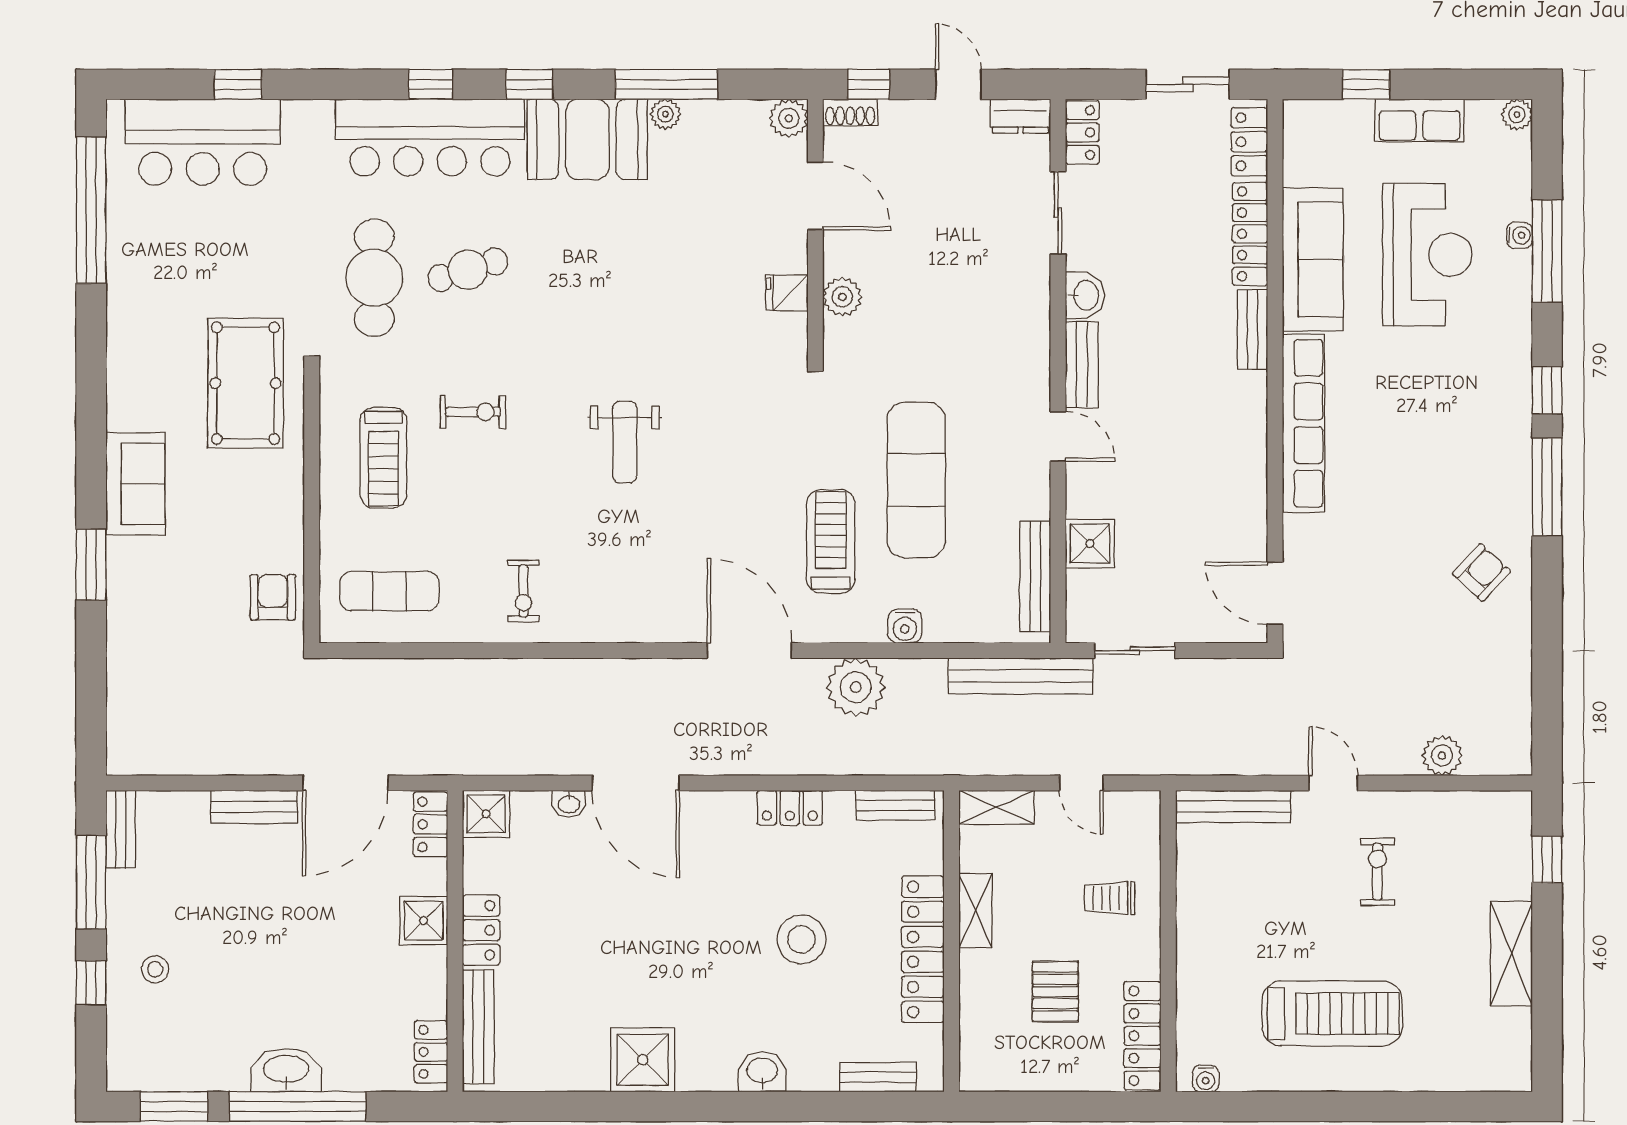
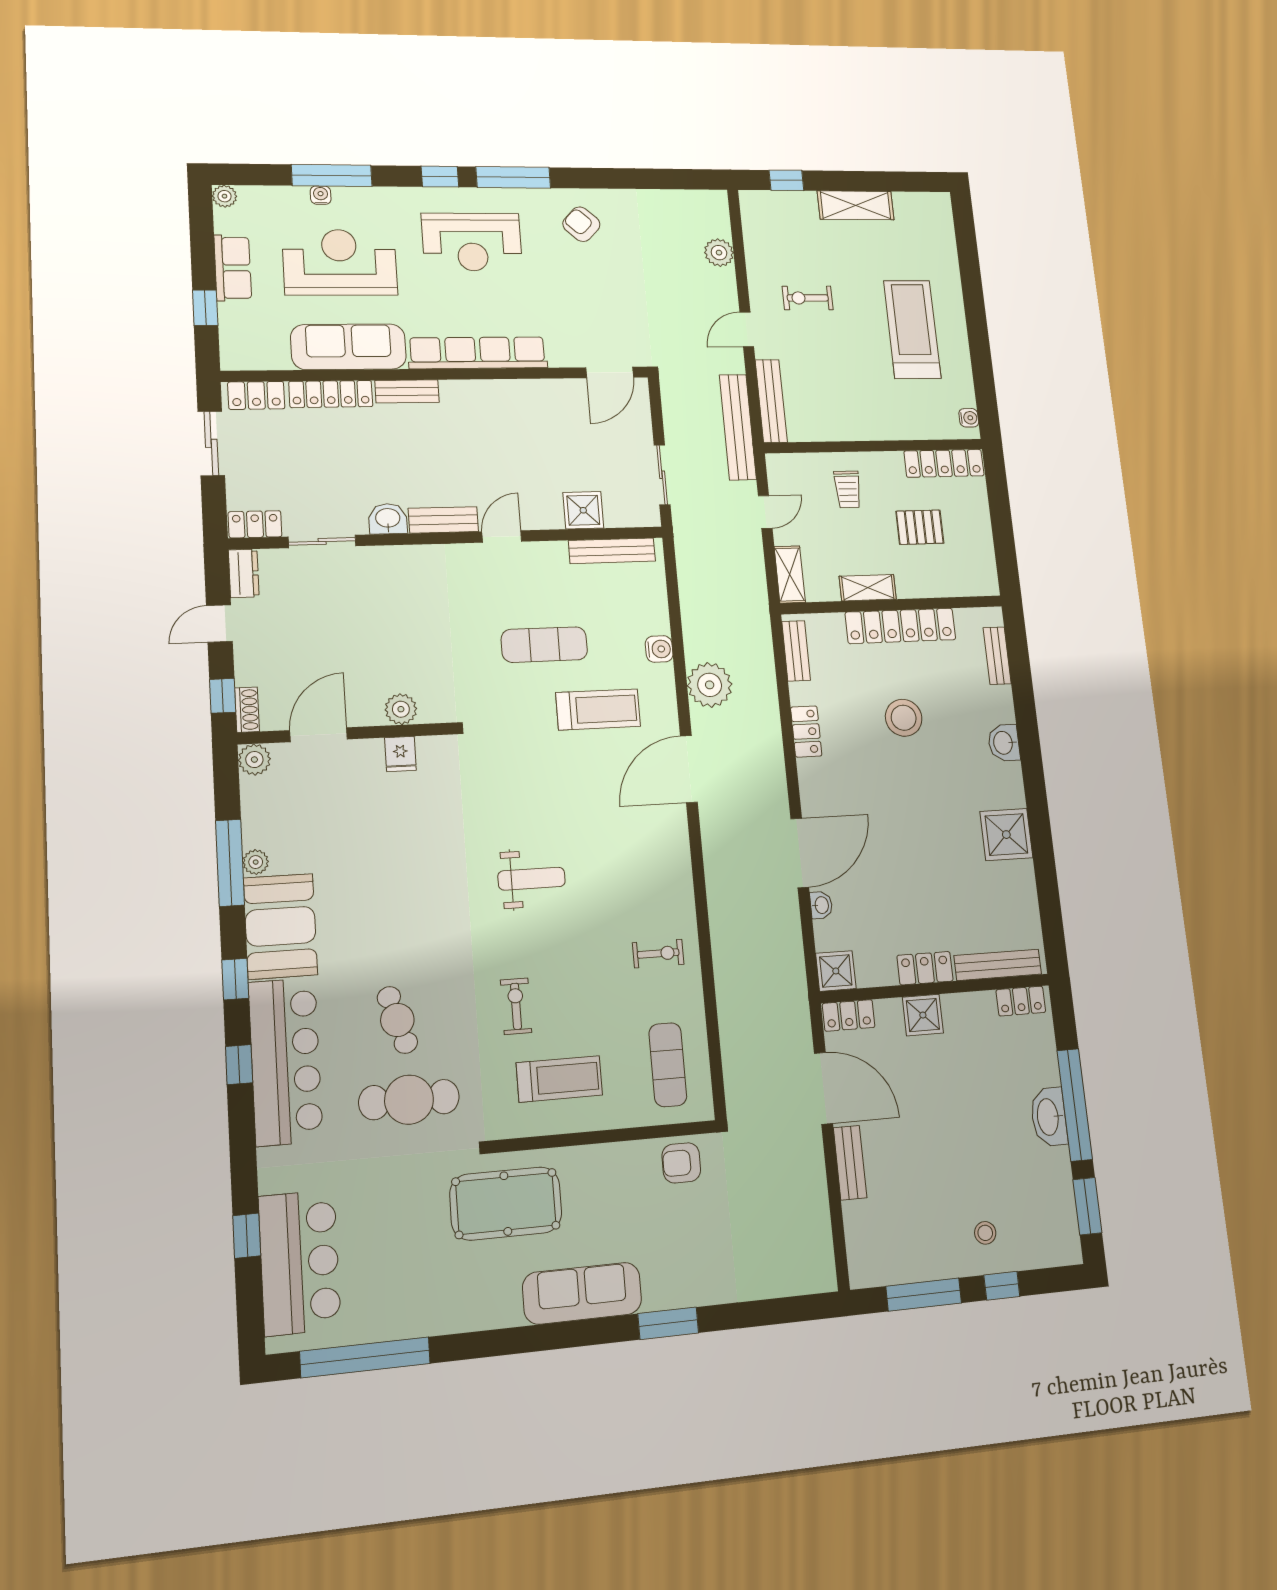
reception desk: (1456, 426) -> (472, 242), added
exercise mat: (916, 480) -> (544, 645), width x0.73, depth x0.69
sofa: (135, 484) -> (582, 1293), width x1.36
treadmill: (831, 541) -> (598, 709), turned 180
bench: (1021, 676) -> (738, 427), moved
bench: (121, 829) -> (879, 1274), removed

